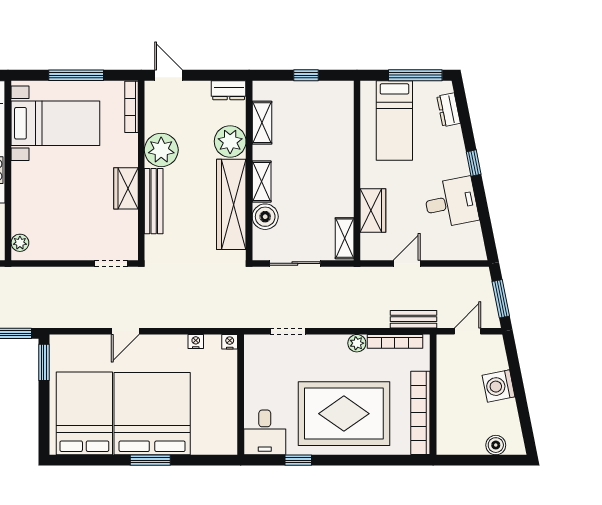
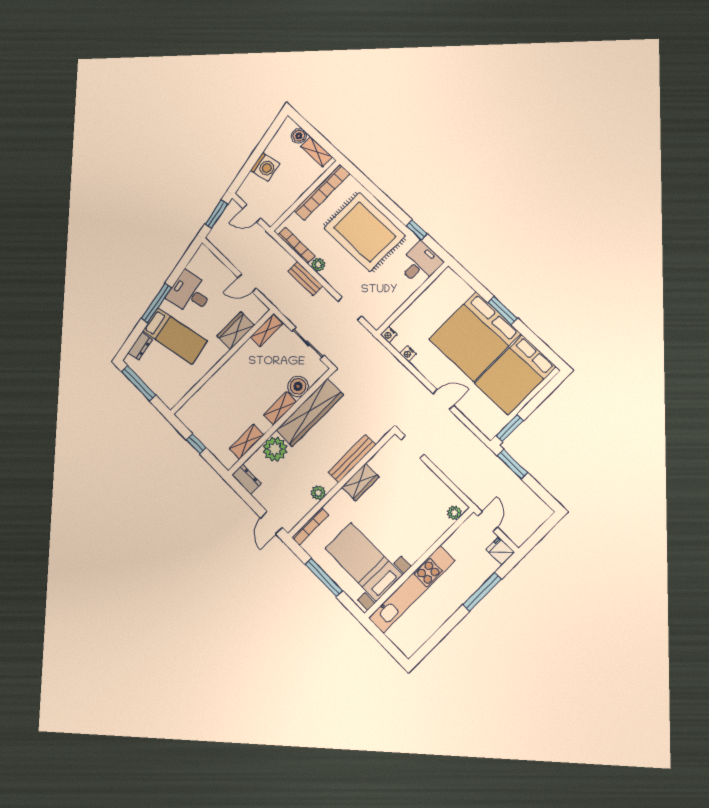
bed: (394, 120) -> (175, 336), moved, turned 79
plant: (161, 150) -> (318, 493), width x0.53, depth x0.53
window: (474, 163) -> (156, 303), width x2.17
bench: (413, 319) -> (305, 279), moved
shelving: (464, 446) -> (316, 152), added

